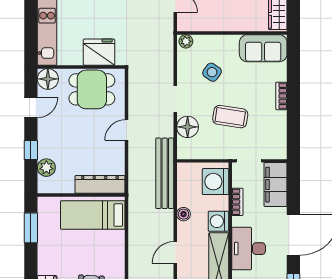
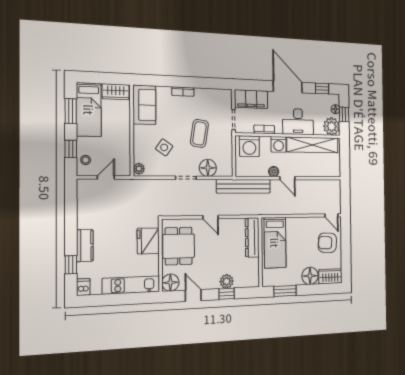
plant: (46, 168) -> (227, 281), moved
door: (175, 252) -> (287, 178), moved
floor lamp: (49, 263) -> (310, 276), added

